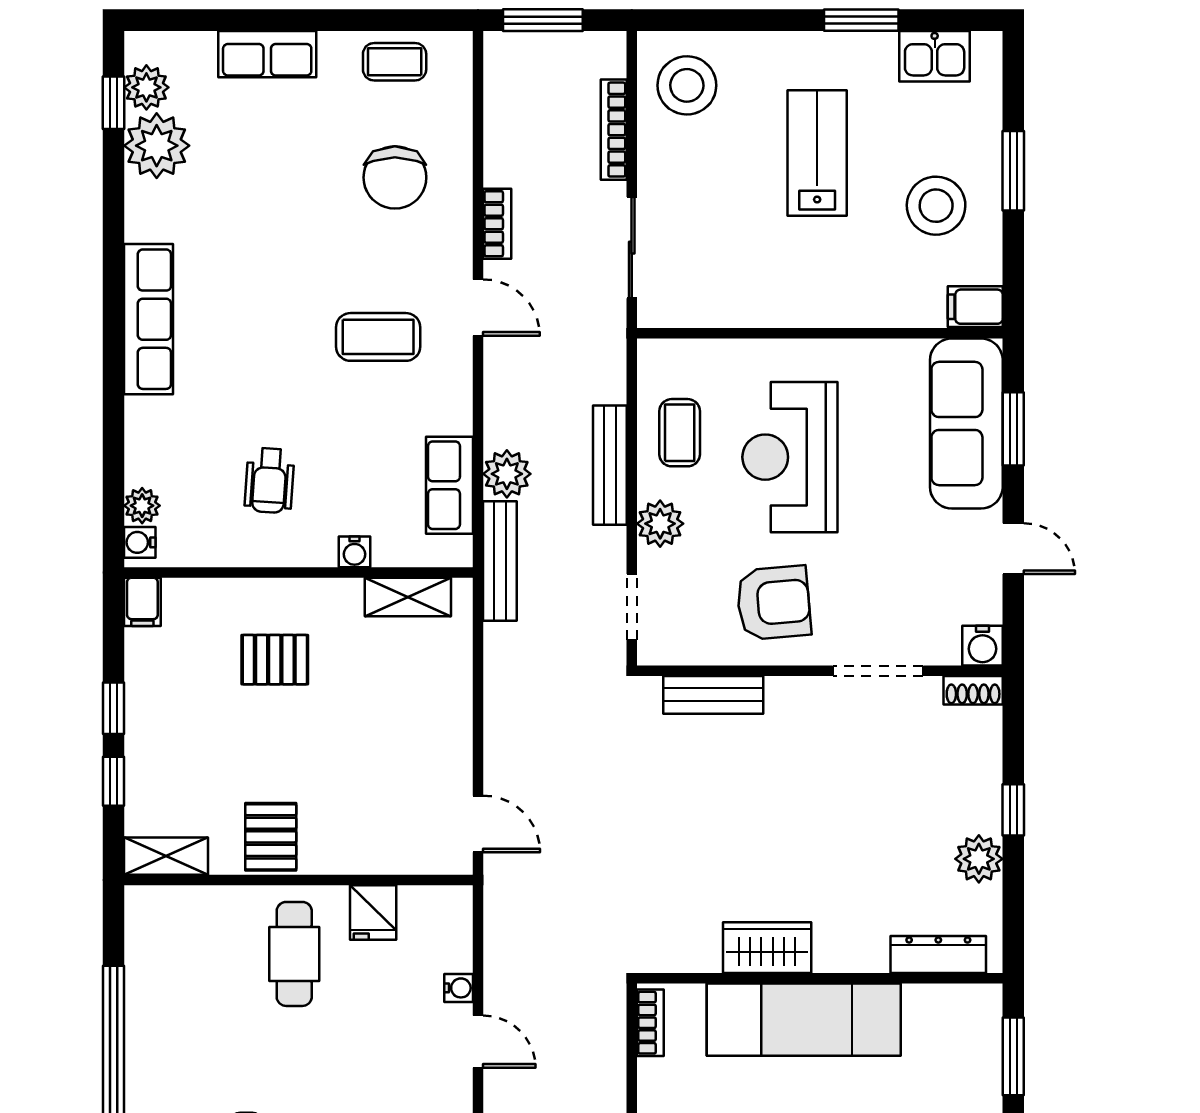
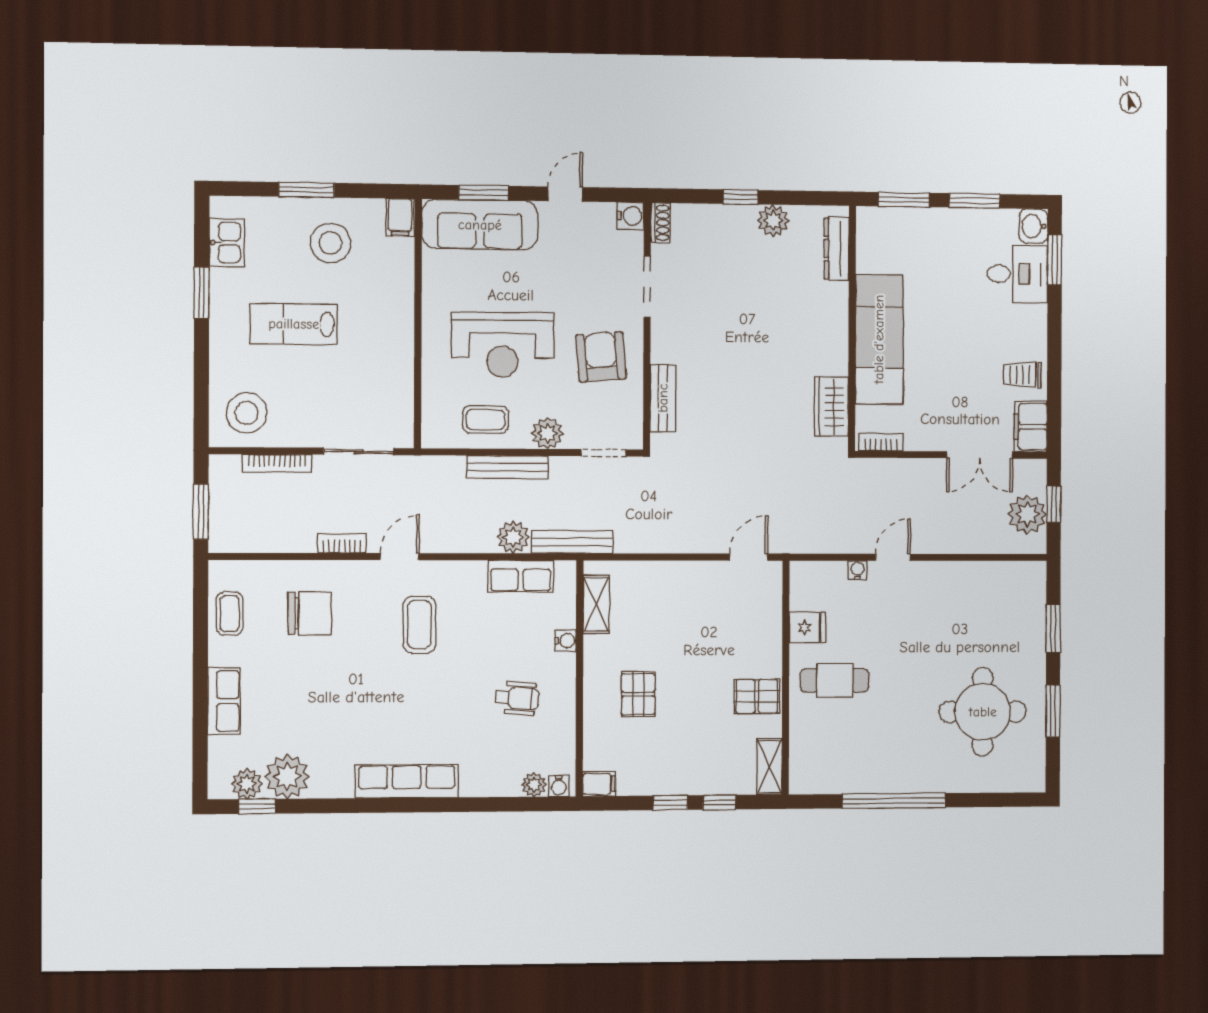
wardrobe: (767, 948) -> (831, 407), moved

